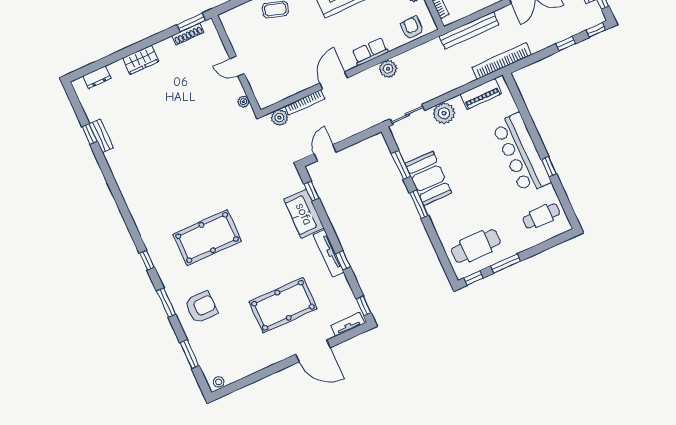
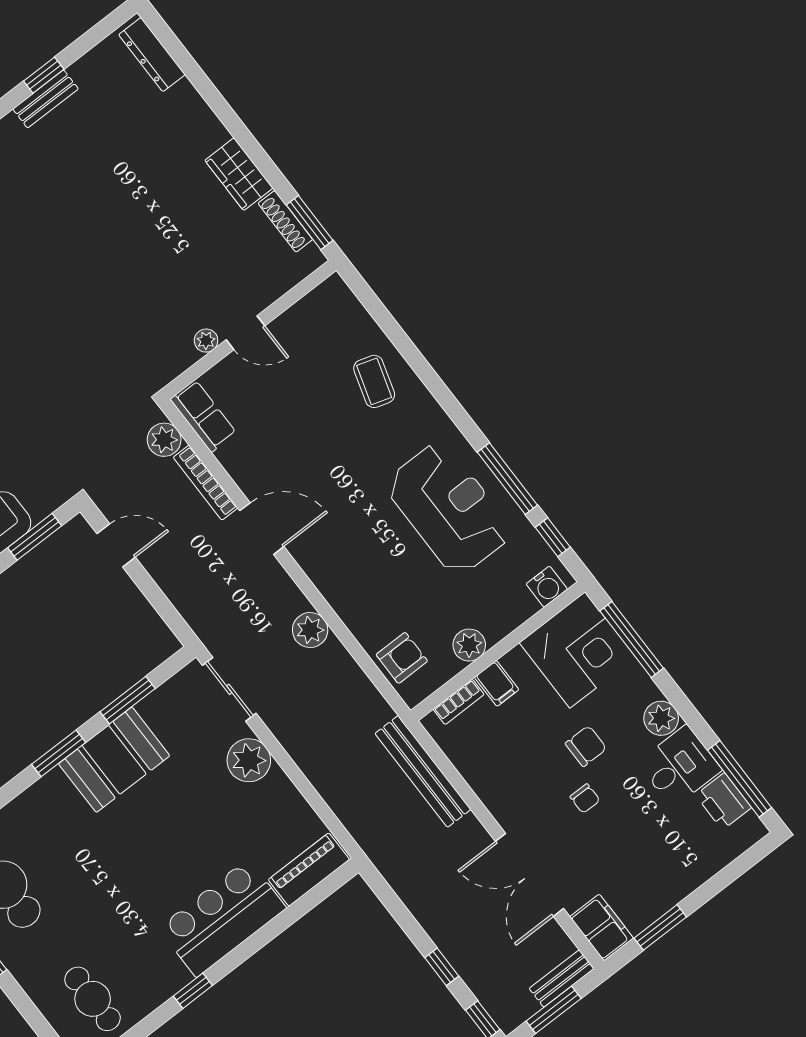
row of seats: (370, 52) -> (203, 416), moved
wardrobe: (141, 60) -> (239, 174), moved
bookcase: (502, 61) -> (378, 849), removed
door: (237, 66) -> (245, 333), swing flipped
dresser: (97, 77) -> (152, 55), width x1.44
piano: (481, 94) -> (309, 870), moved, turned 90
plant: (243, 102) -> (206, 341), moved
bar counter: (521, 154) -> (222, 918), width x0.73
window: (312, 191) -> (35, 537), width x1.50

